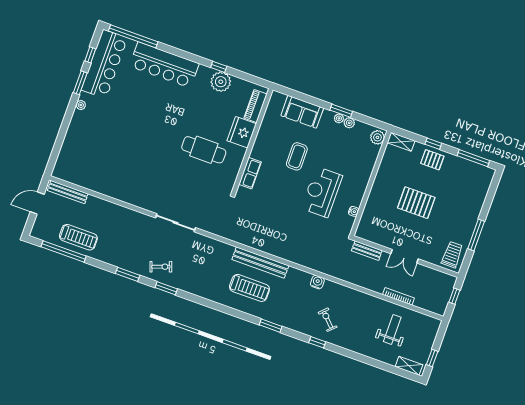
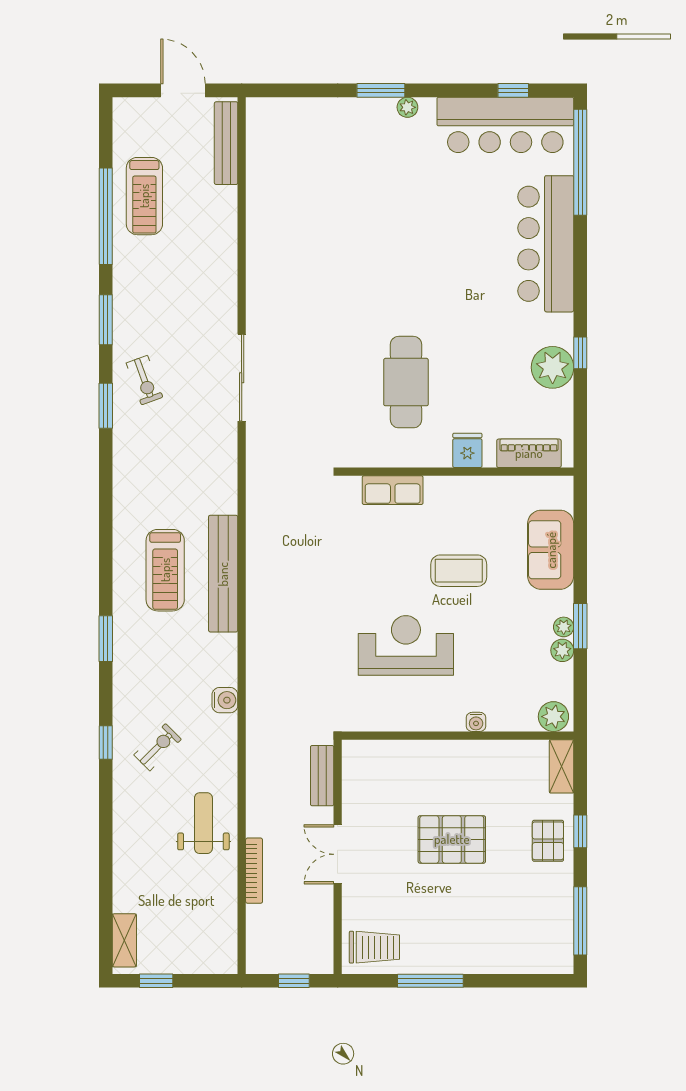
window: (80, 83) -> (381, 90), moved
fridge: (242, 132) -> (467, 450), width x0.53, depth x0.75
pallet: (416, 203) -> (452, 839), turned 90
water cooler: (354, 211) -> (476, 722), moved
window: (64, 251) -> (106, 216), moved
weight bench: (392, 329) -> (203, 823), moved, turned -90

